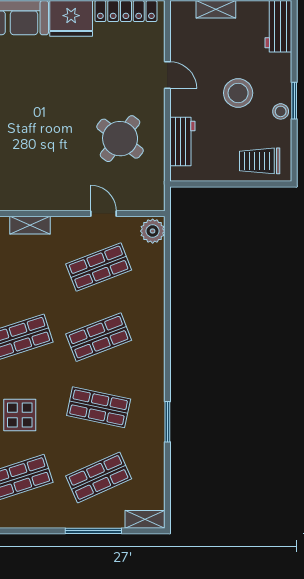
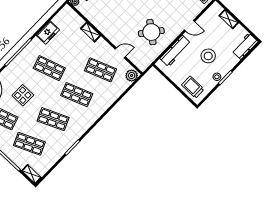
door: (167, 75) -> (189, 26), hinge flipped
workbench: (182, 142) -> (175, 51), width x1.37
door: (103, 214) -> (120, 53), hinge flipped
shop shelf: (99, 407) -> (53, 119), turned -36

